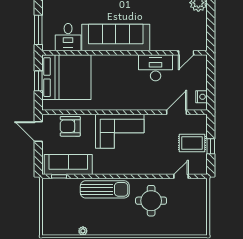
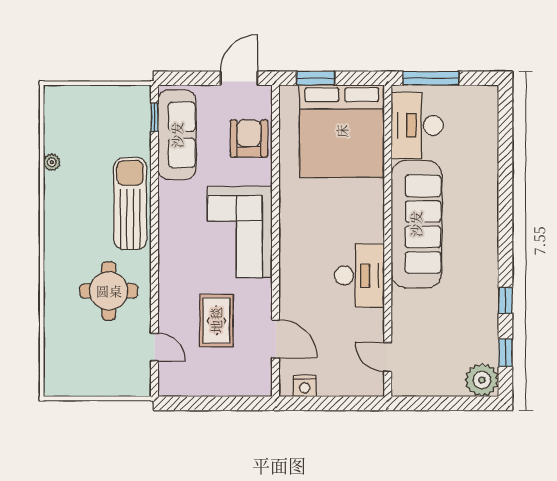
desk: (68, 37) -> (417, 125), width x1.37
desk: (156, 68) -> (359, 276), moved
window: (38, 81) -> (316, 78), moved
rug: (192, 143) -> (216, 320), moved
window: (211, 146) -> (211, 403), removed
sun lounger: (105, 189) -> (130, 204), turned 180

